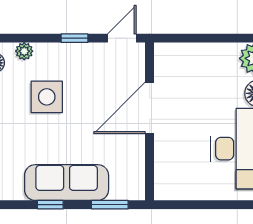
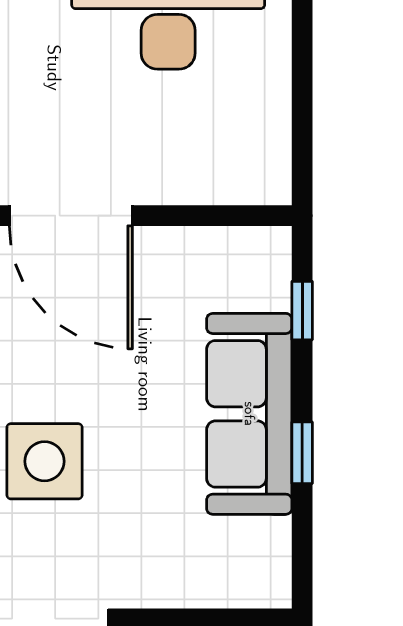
window: (110, 205) -> (302, 311), width x0.67

